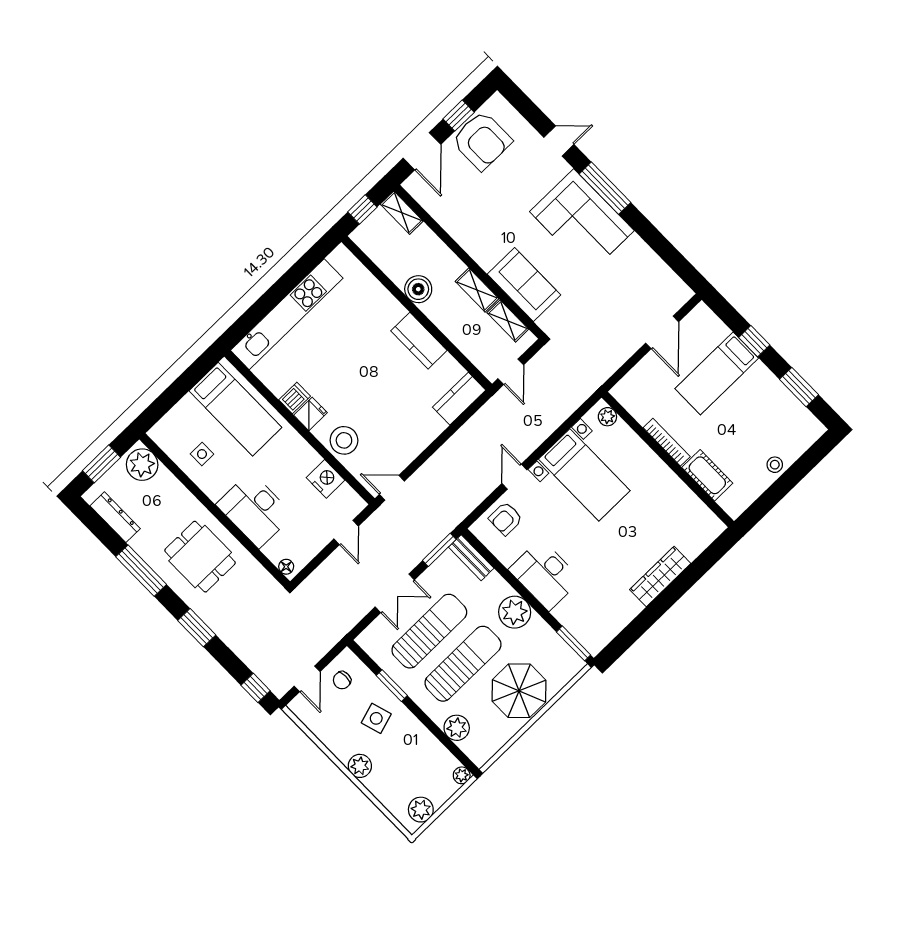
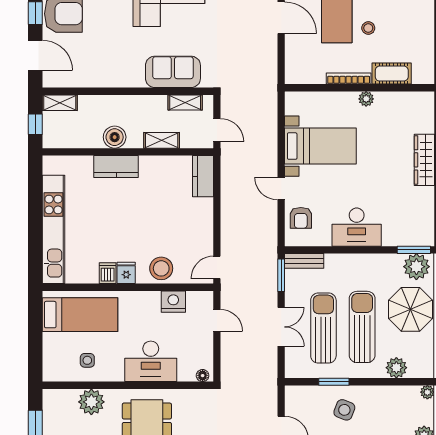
shelving: (477, 290) -> (162, 140), moved
kitchen counter: (419, 341) -> (116, 166), moved
plant: (607, 417) -> (366, 99), moved
plant: (142, 465) -> (91, 402), moved
stool: (775, 465) -> (368, 28), moved
plant: (515, 612) -> (416, 267), moved
chair: (342, 680) -> (302, 408), removed
side table: (376, 718) -> (344, 410), turned 38

